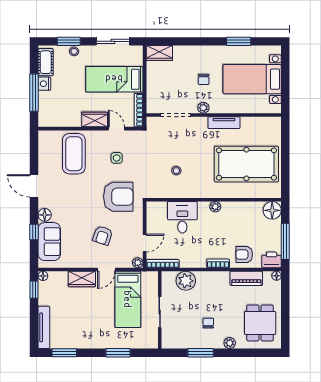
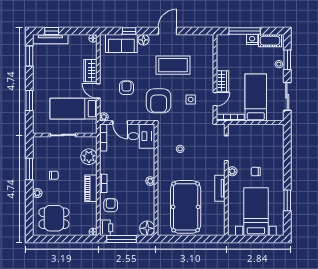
wardrobe: (159, 53) -> (278, 135), removed
coffee table: (74, 154) -> (173, 65), moved
desk: (182, 217) -> (141, 136), moved
armchair: (103, 235) -> (126, 88), turned 72
piano: (246, 278) -> (91, 188), moved
window: (34, 290) -> (52, 31), moved

